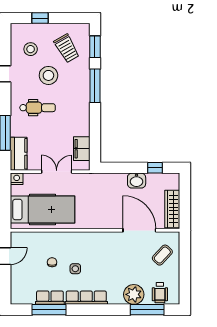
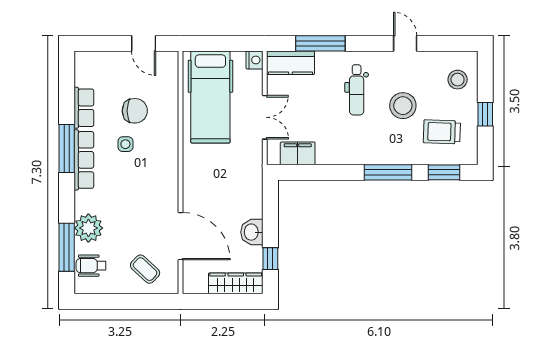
window: (40, 18) -> (485, 114), moved
trolley: (67, 48) -> (442, 132), turned 32
stool: (31, 49) -> (458, 80), moved
wardrobe: (172, 209) -> (236, 283), moved
door: (139, 230) -> (181, 236), hinge flipped
chair: (52, 262) -> (135, 111), width x1.87, depth x1.87
window: (49, 310) -> (67, 149), moved

